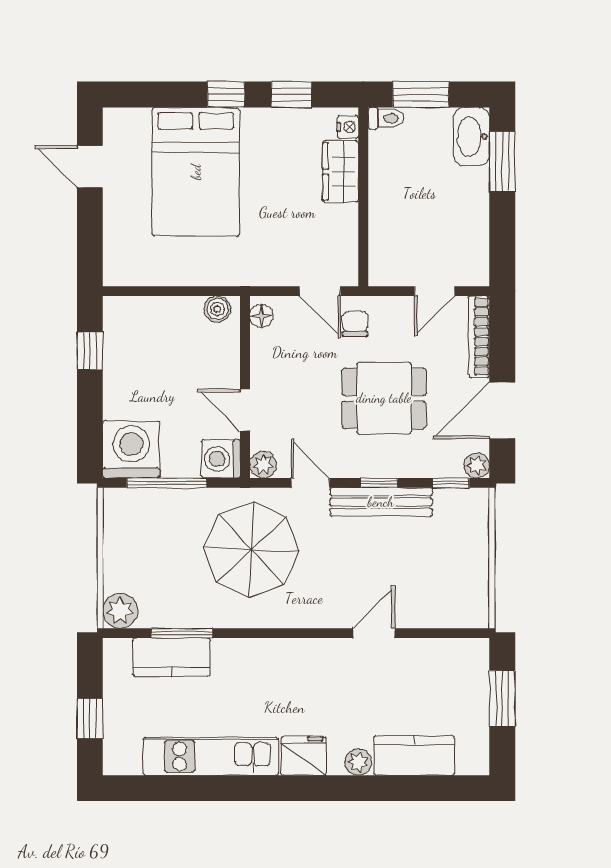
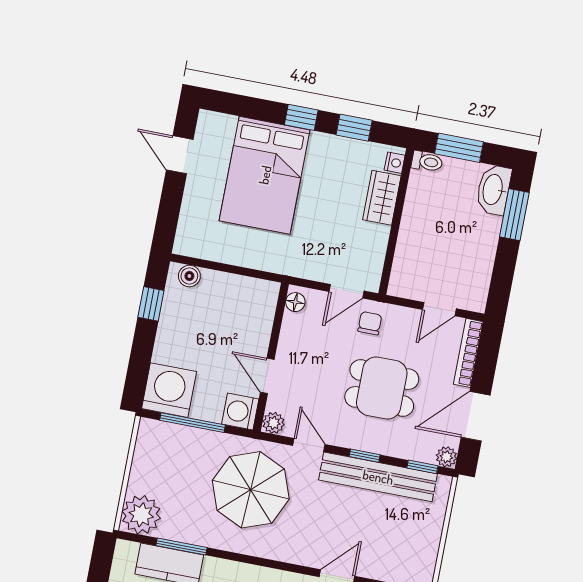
door: (320, 291) -> (347, 291), hinge flipped
boiler: (217, 309) -> (189, 276), moved
bench: (381, 502) -> (378, 477), width x1.37, depth x1.21
plant: (120, 611) -> (141, 515), width x1.36, depth x1.36

